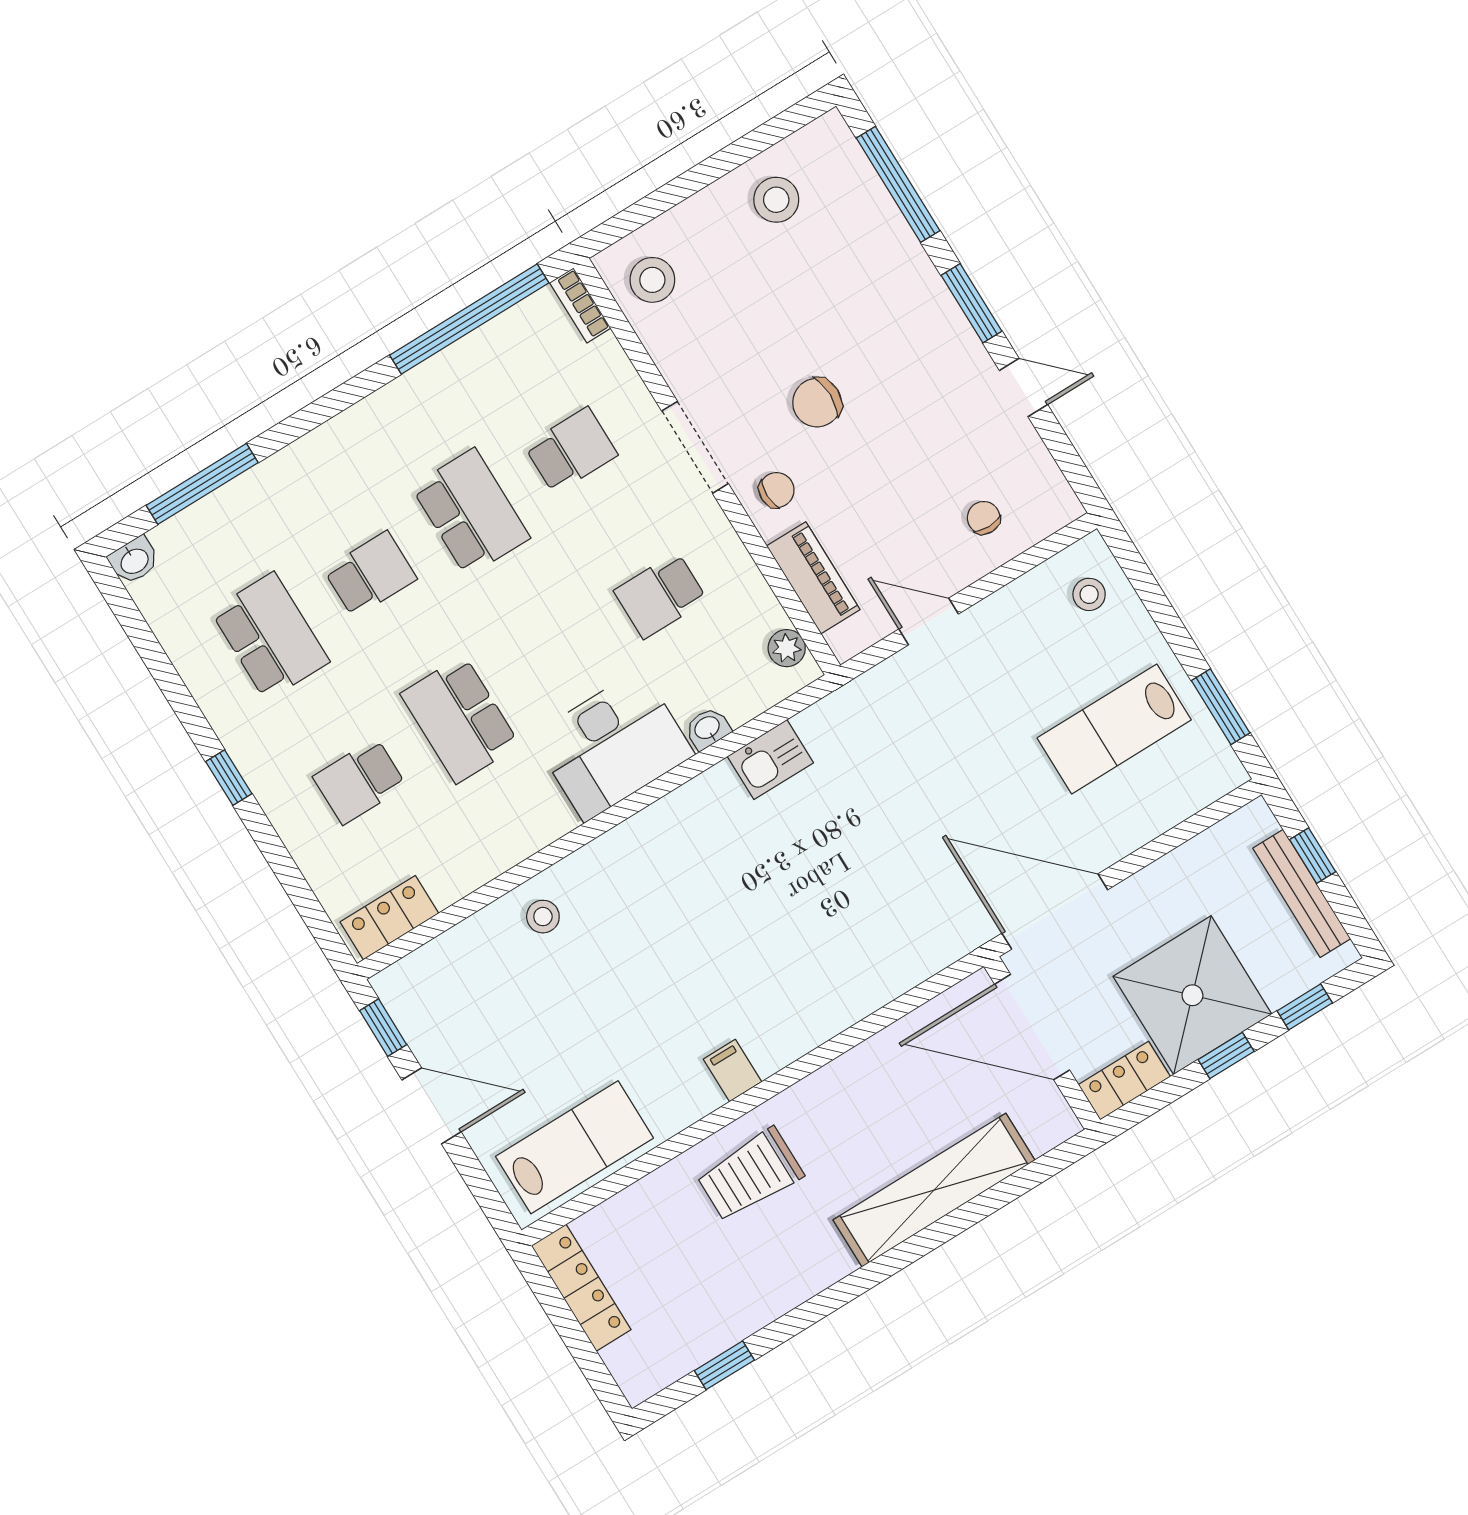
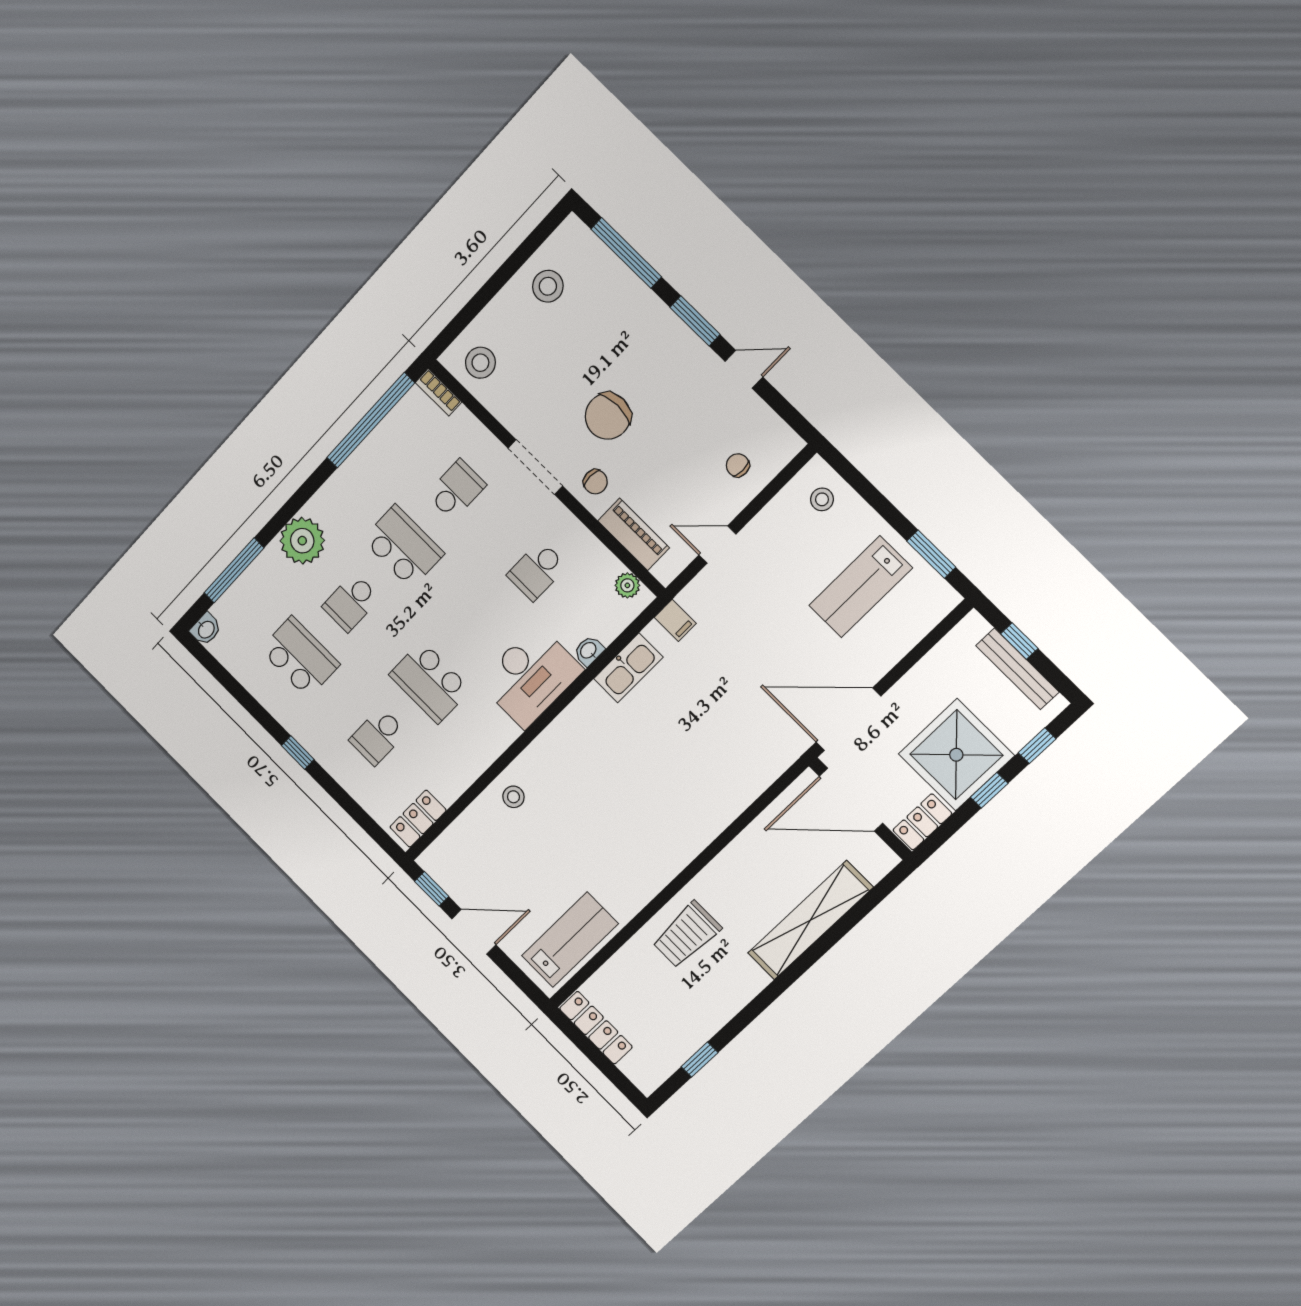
chair: (817, 403) -> (608, 416), width x1.37, depth x1.37
plant: (320, 466) -> (302, 541), added
chair: (777, 490) -> (595, 482), turned 90
school desk: (370, 574) -> (351, 602), turned 180
kitchen sink: (770, 760) -> (628, 668), width x1.38
filing cabinet: (732, 1071) -> (675, 620), moved, turned 180

